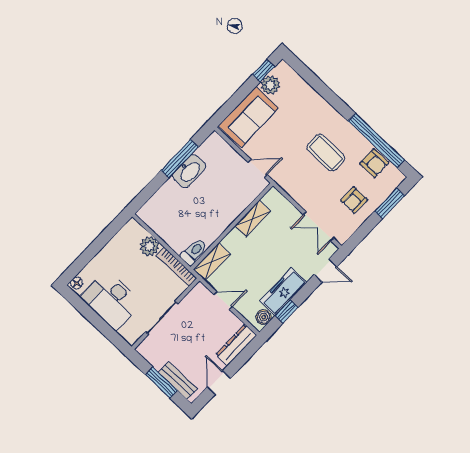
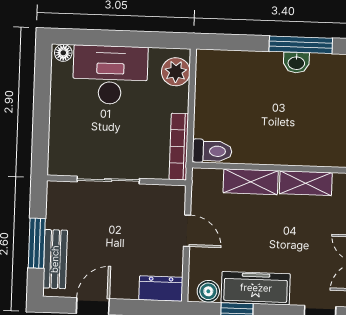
washbasin: (189, 171) -> (296, 63), width x0.52, depth x0.69
plant: (149, 246) -> (176, 72), moved
shelving: (212, 262) -> (251, 182), moved
desk: (111, 300) -> (110, 75), moved, turned 90
dresser: (236, 345) -> (161, 289), width x0.70

